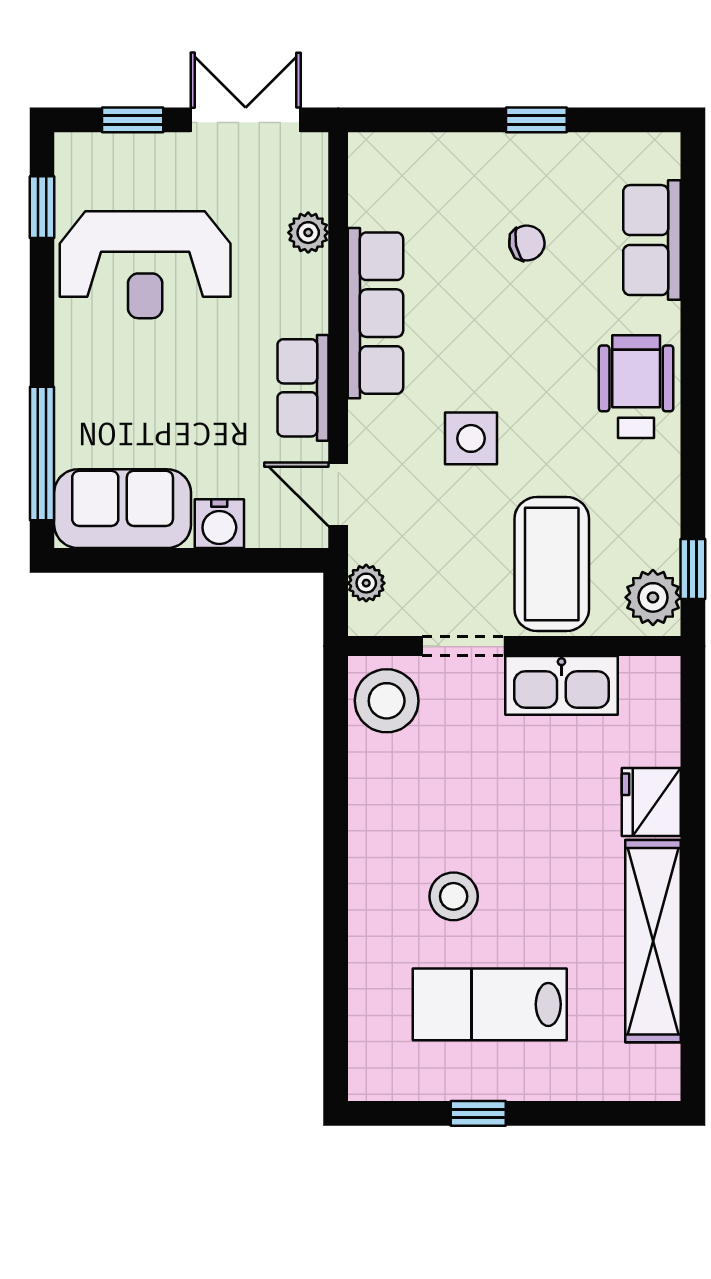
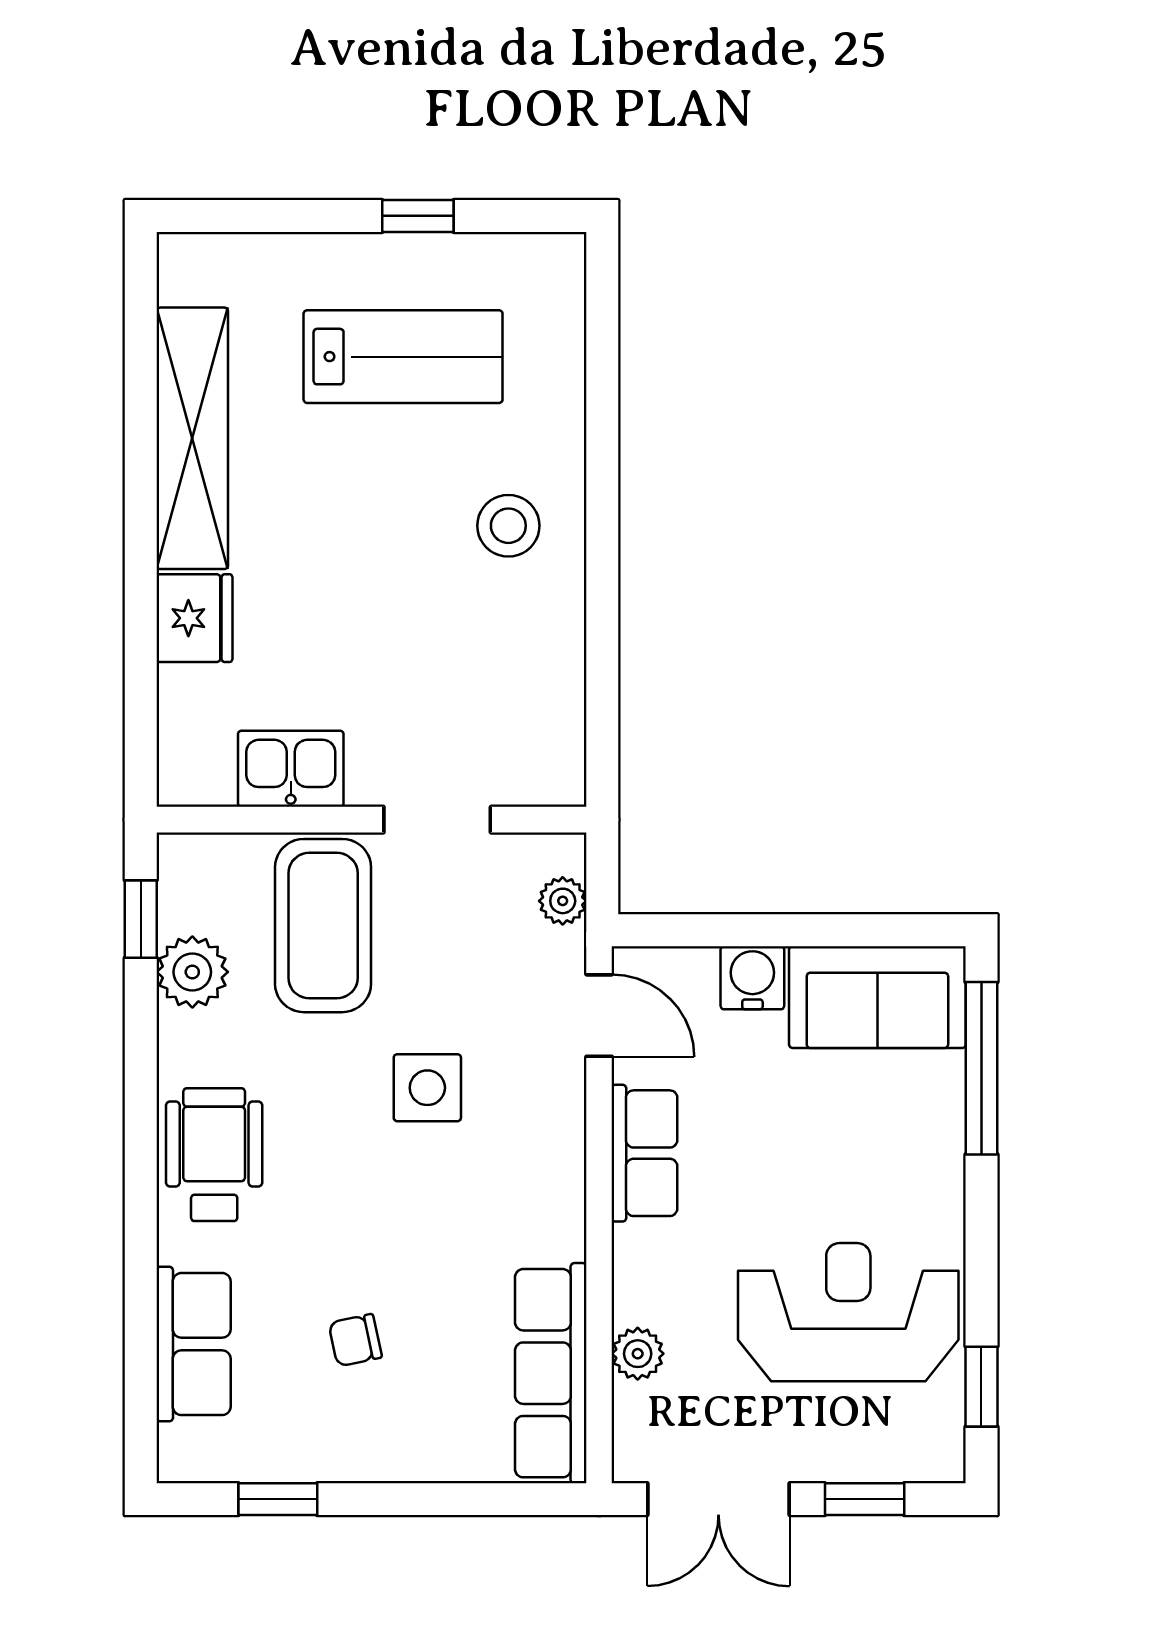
window: (536, 120) -> (278, 1499), moved
row of seats: (375, 313) -> (551, 1373), moved
wheelchair: (636, 387) -> (214, 1155), turned 180
plant: (653, 597) -> (192, 972), moved
kitchen sink: (561, 685) -> (291, 769), width x0.73
stool: (387, 701) -> (536, 749), removed
stool: (454, 896) -> (508, 526), moved

